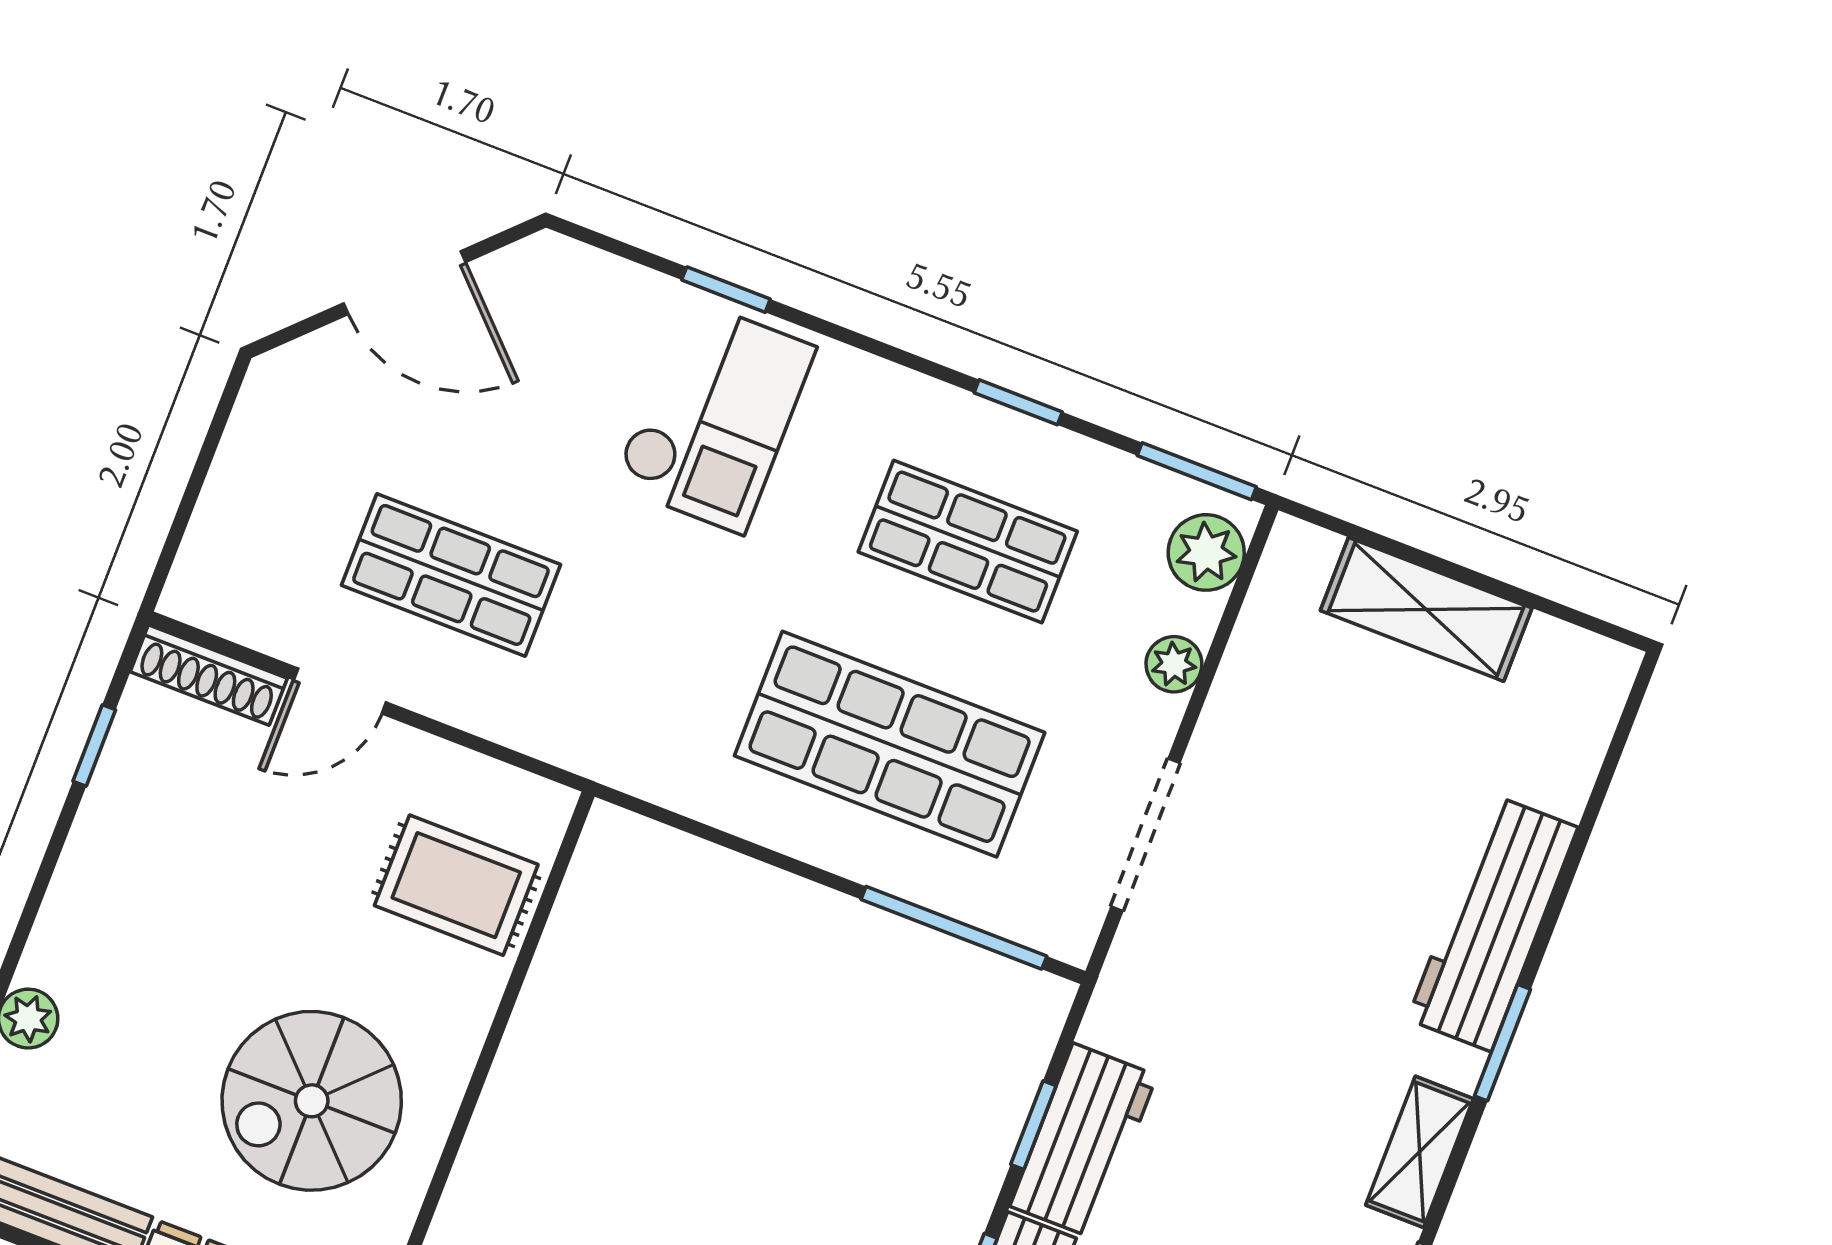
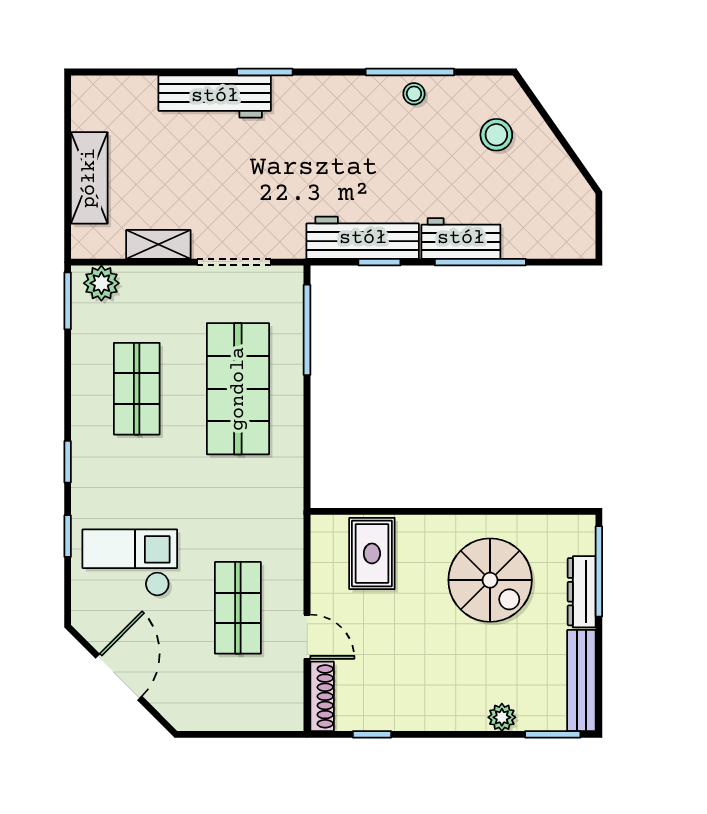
window: (1018, 402) -> (68, 462), moved
checkout: (714, 416) -> (130, 563), moved
plant: (1174, 664) -> (155, 278), removed
workbench: (1083, 1141) -> (363, 238), width x1.38
shelving: (1420, 1152) -> (158, 244), moved

